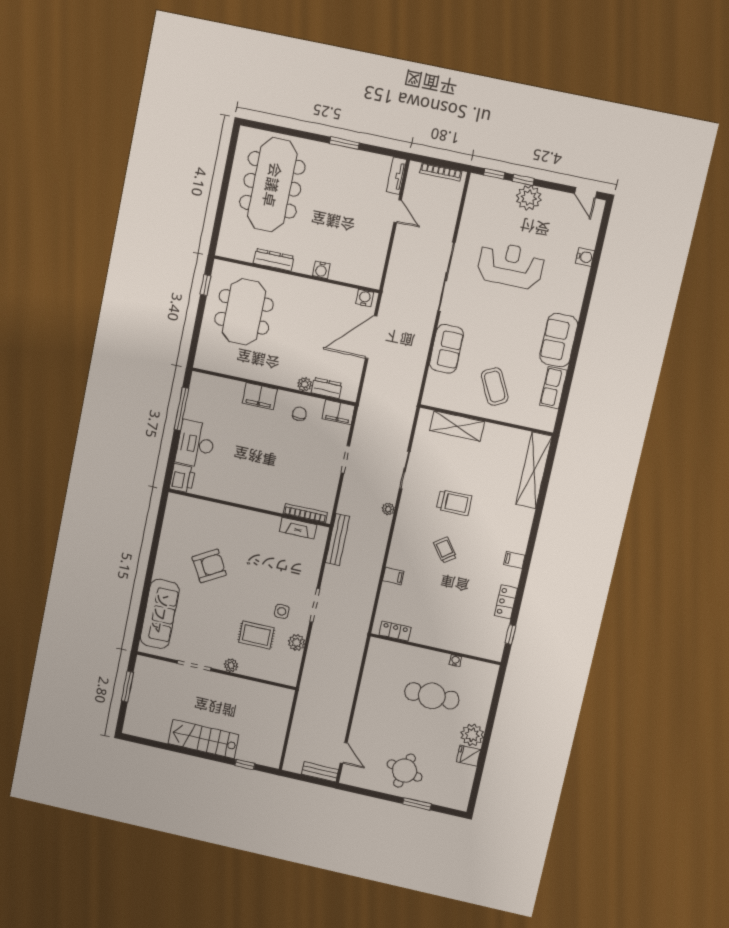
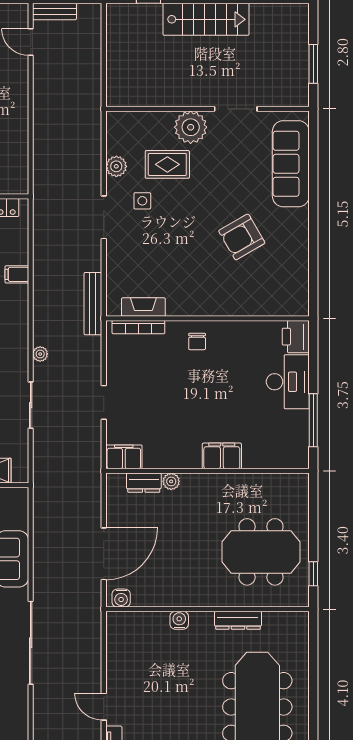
meeting table: (244, 312) -> (261, 552), turned 90
chair: (299, 414) -> (197, 341), moved
plant: (231, 665) -> (191, 127), width x1.88, depth x1.88

